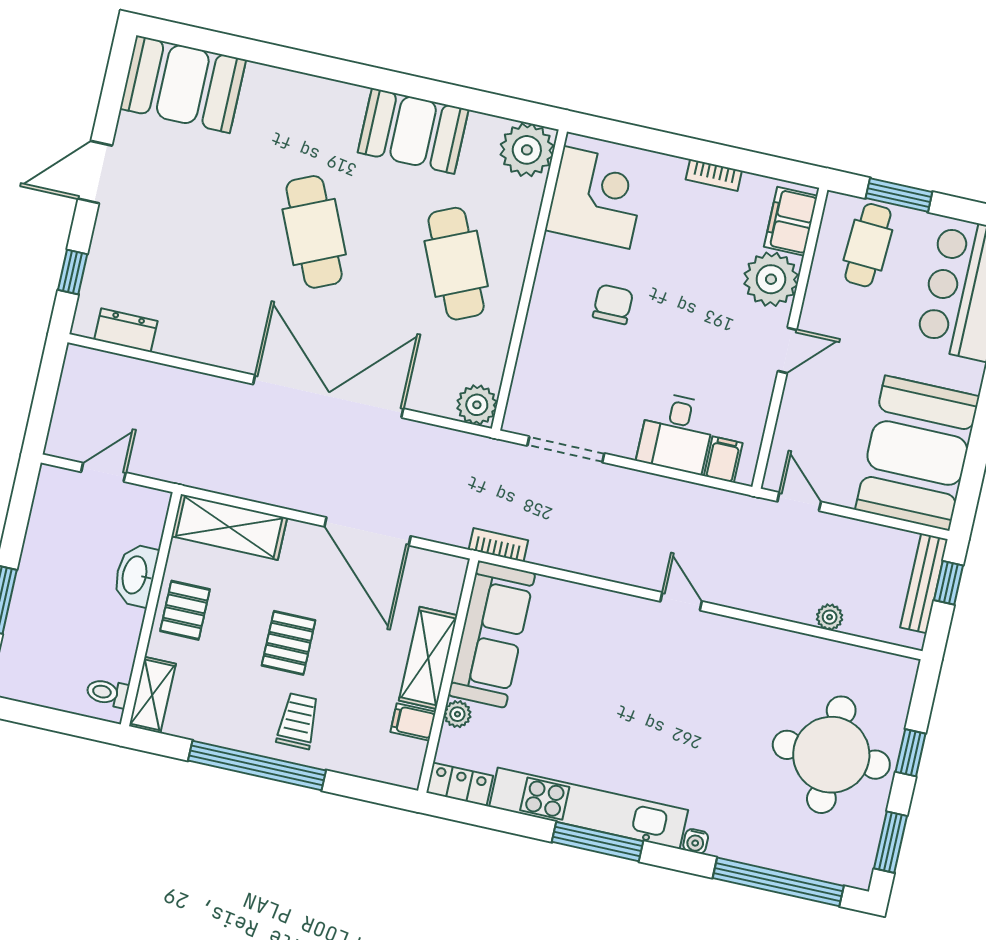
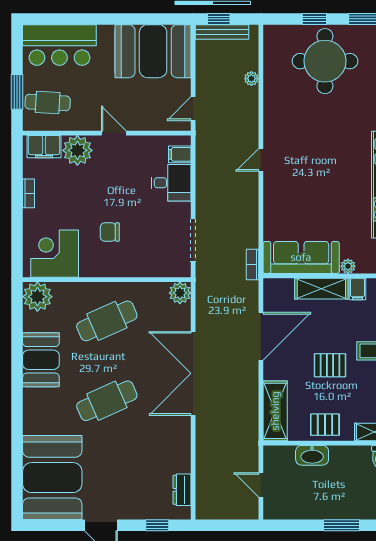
booth: (183, 84) -> (52, 478), width x1.36, depth x1.42

